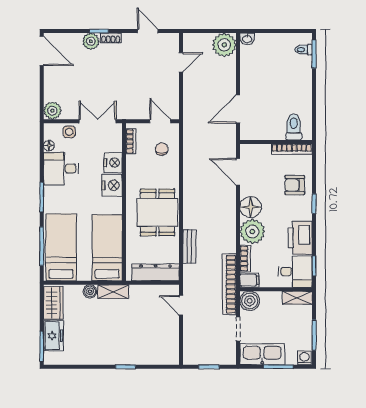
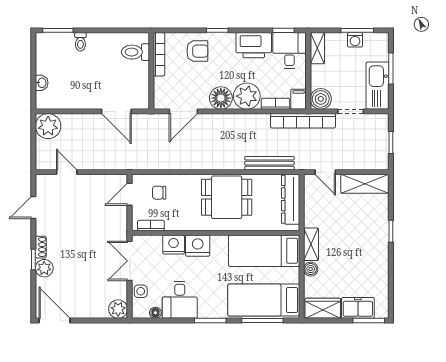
washbasin: (247, 39) -> (42, 83), moved
toilet: (303, 50) -> (80, 42), moved
door: (42, 51) -> (54, 321), hinge flipped
armchair: (295, 185) -> (197, 51), turned -90
bench: (189, 247) -> (269, 163), width x1.36
door: (181, 305) -> (325, 172), hinge flipped
shelving: (170, 342) -> (365, 184), added
washing machine: (304, 358) -> (355, 40), moved, turned -90

